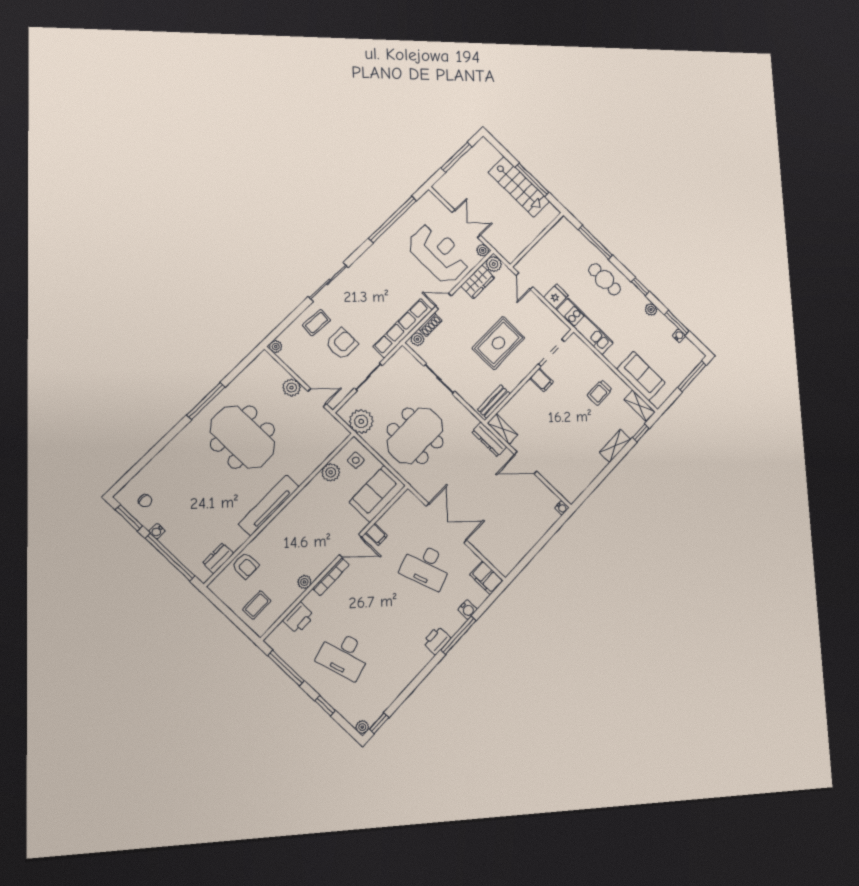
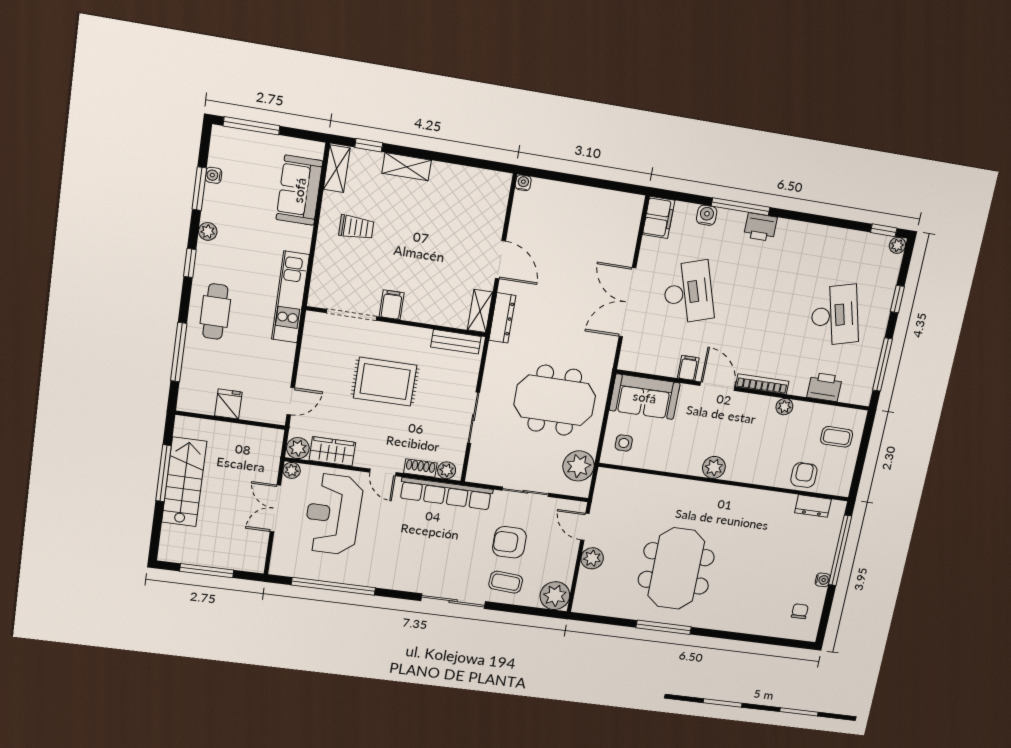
fridge: (556, 297) -> (228, 404), moved, turned 90
plant: (276, 347) -> (555, 596), width x1.88, depth x1.88
plant: (331, 472) -> (714, 467), moved
tv unit: (269, 505) -> (729, 495), removed
window: (129, 518) -> (826, 614), removed

